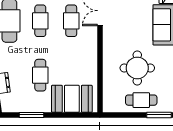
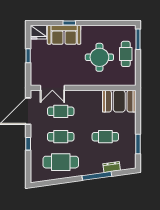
booth: (72, 99) -> (119, 101), moved, turned 90

